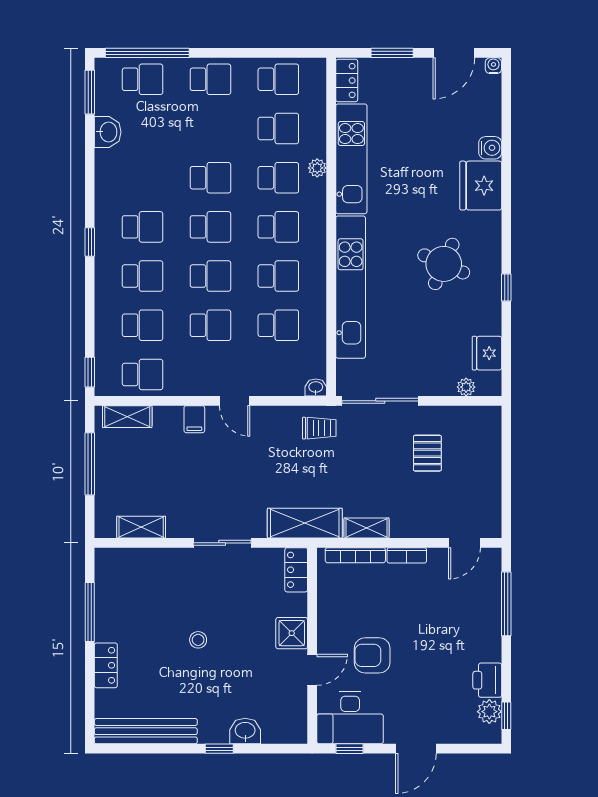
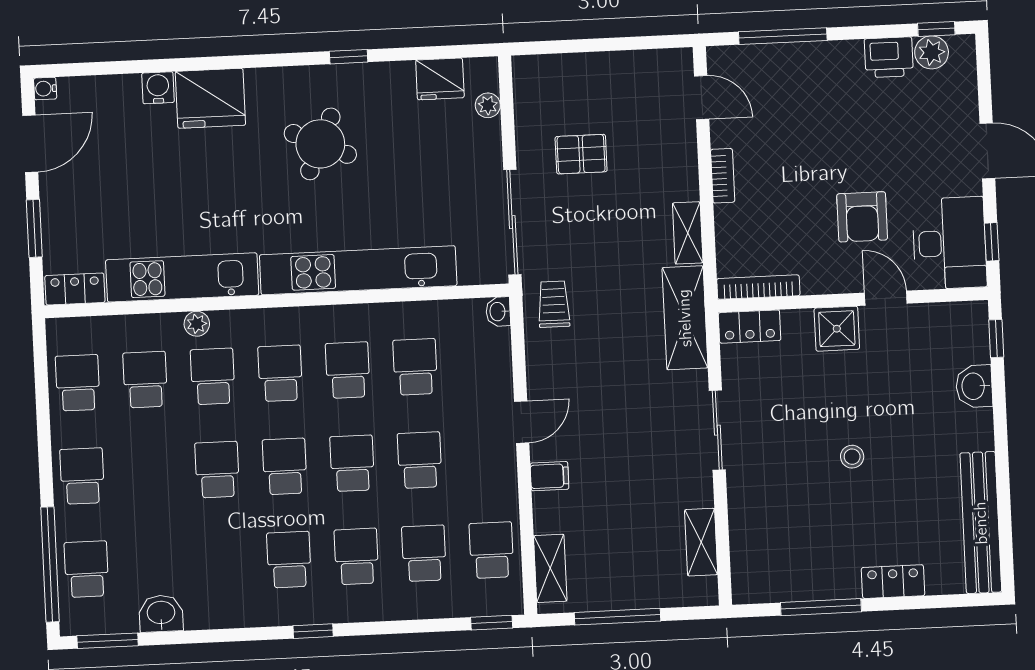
door: (454, 53) -> (30, 144), hinge flipped
bookcase: (355, 555) -> (758, 287), moved, turned -90
window: (219, 749) -> (996, 339), moved

